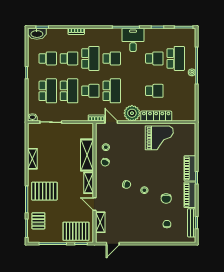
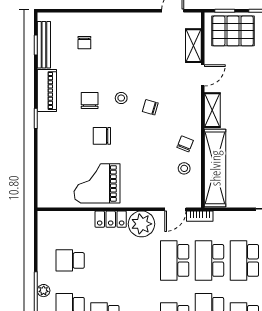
school desk: (90, 91) -> (209, 260), width x1.85
school desk: (154, 91) -> (70, 260), moved
locker: (156, 116) -> (111, 219), width x0.66
door: (111, 122) -> (175, 209), hinge flipped
shelving: (87, 155) -> (215, 168), width x1.47
chair: (156, 167) -> (102, 136), added
piano: (190, 168) -> (47, 134), removed
chair: (166, 199) -> (90, 101), moved
door: (94, 204) -> (203, 75), hinge flipped

